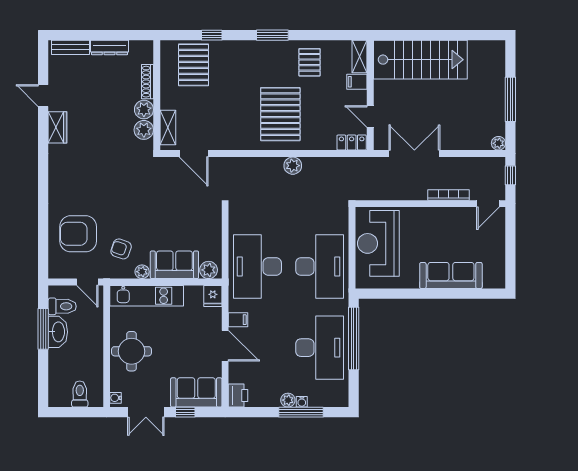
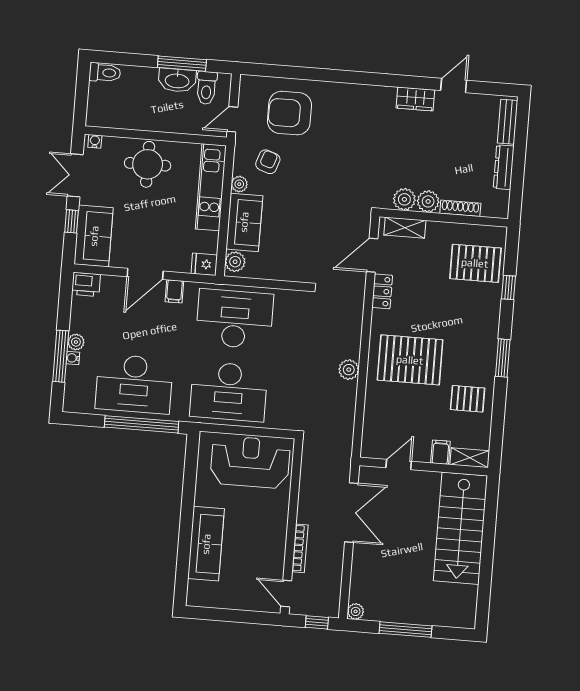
locker: (352, 142) -> (382, 291), moved
armchair: (78, 234) -> (289, 113), turned -90
toilet: (80, 394) -> (105, 73), moved

